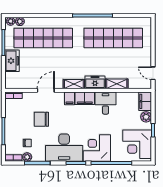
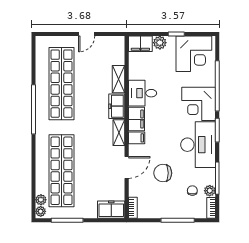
freezer: (12, 61) -> (111, 210), moved
door: (153, 73) -> (87, 34), moved
door: (46, 90) -> (127, 167), swing flipped
chair: (41, 119) -> (163, 173), turned 90

